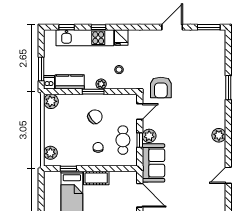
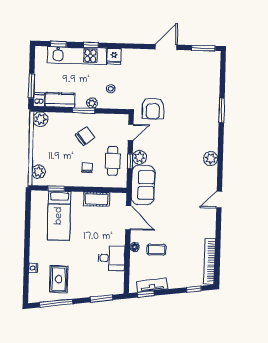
cot: (96, 178) -> (97, 199), moved

